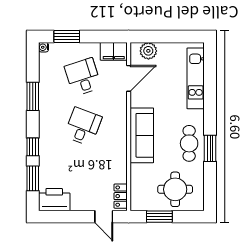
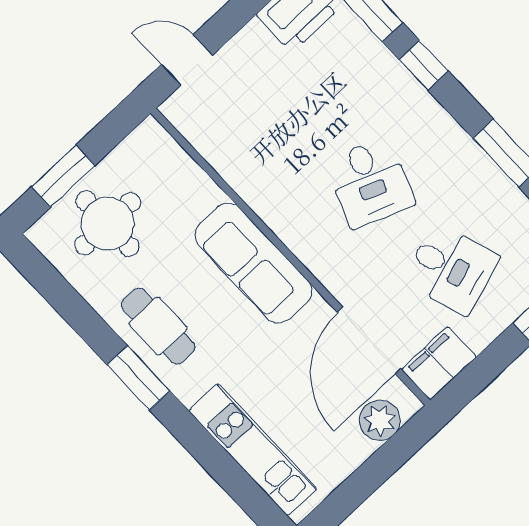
door: (129, 78) -> (369, 340), width x1.36
window: (210, 148) -> (138, 378), moved
locker: (121, 196) -> (191, 123), removed
window: (159, 217) -> (63, 176), moved

